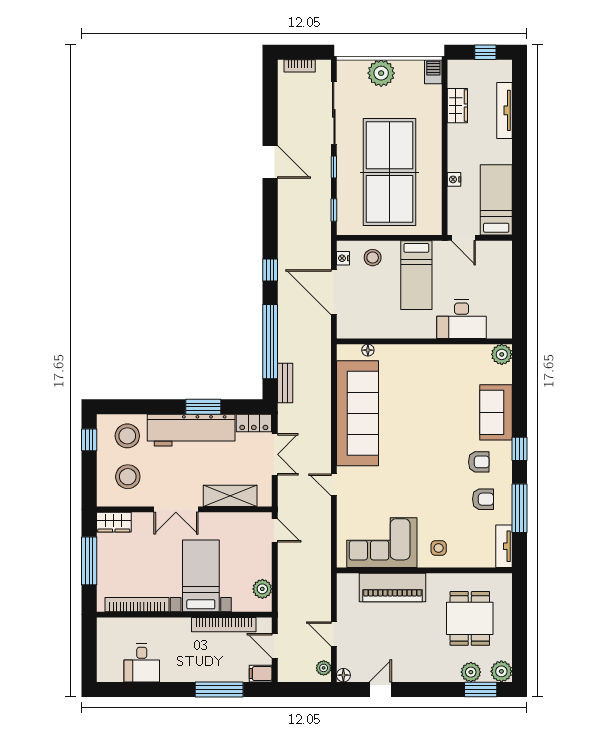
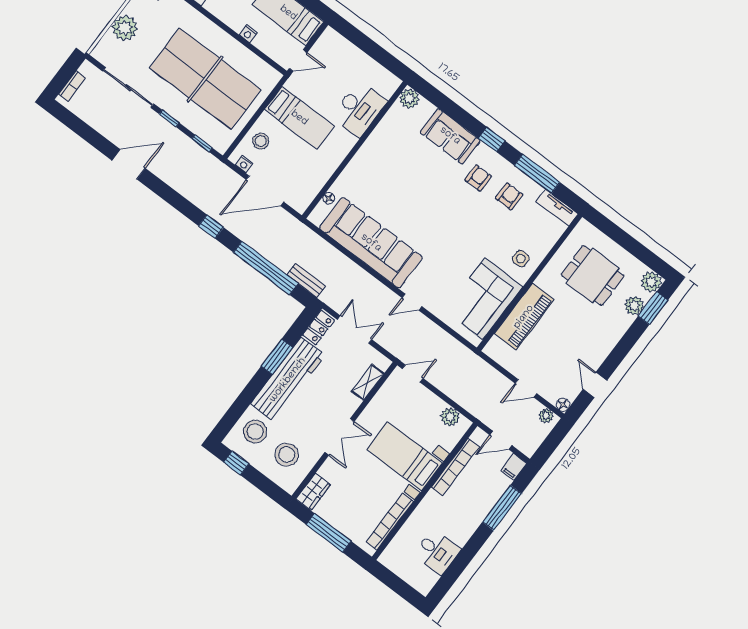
shelving: (230, 496) -> (368, 382), width x0.67, depth x0.75

